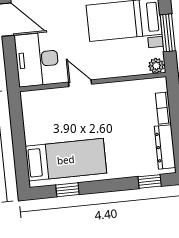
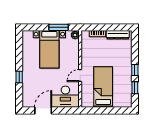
bed: (66, 160) -> (103, 87), moved
window: (150, 181) -> (135, 70), moved

